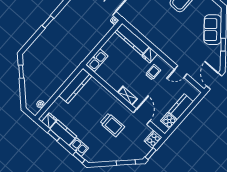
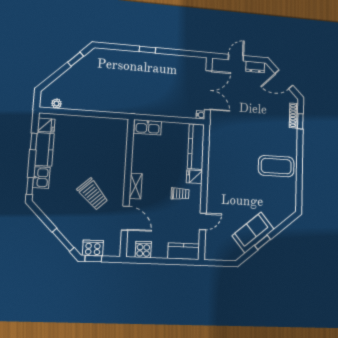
sofa: (213, 30) -> (253, 232), moved
door: (181, 72) -> (203, 221), swing flipped
door: (214, 81) -> (220, 263), removed
kitchen counter: (75, 86) -> (104, 125), removed
kitchen counter: (181, 107) -> (184, 251), moved
door: (142, 117) -> (125, 218), hinge flipped
trolley: (112, 125) -> (93, 194), turned -43
cooker: (153, 139) -> (93, 248), moved

